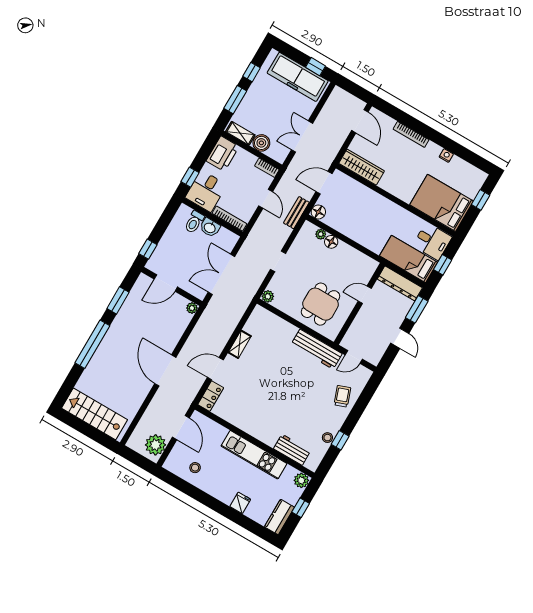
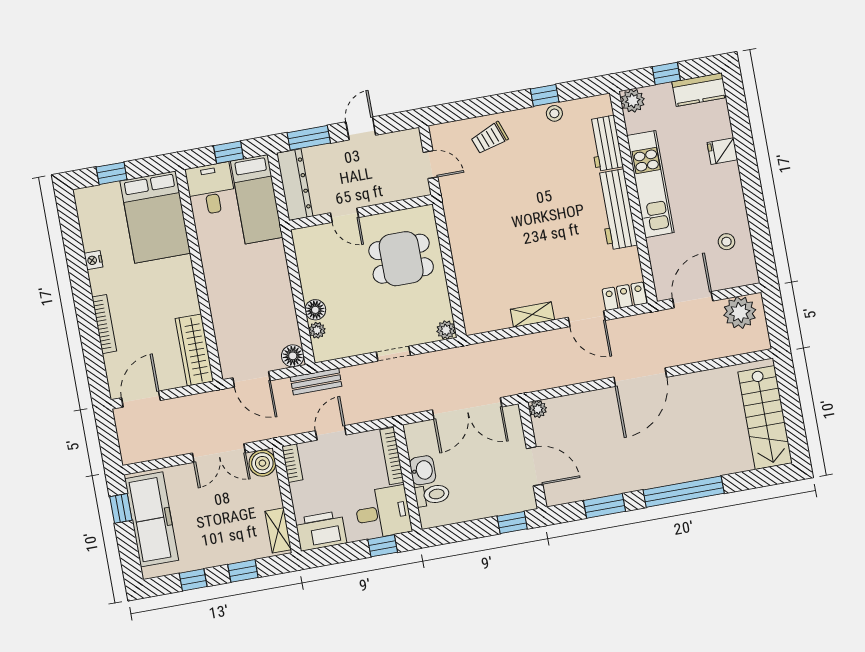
window: (235, 100) -> (243, 571), width x0.67
boiler: (261, 143) -> (262, 463), moved
workbench: (317, 349) -> (616, 209), moved, turned 180

